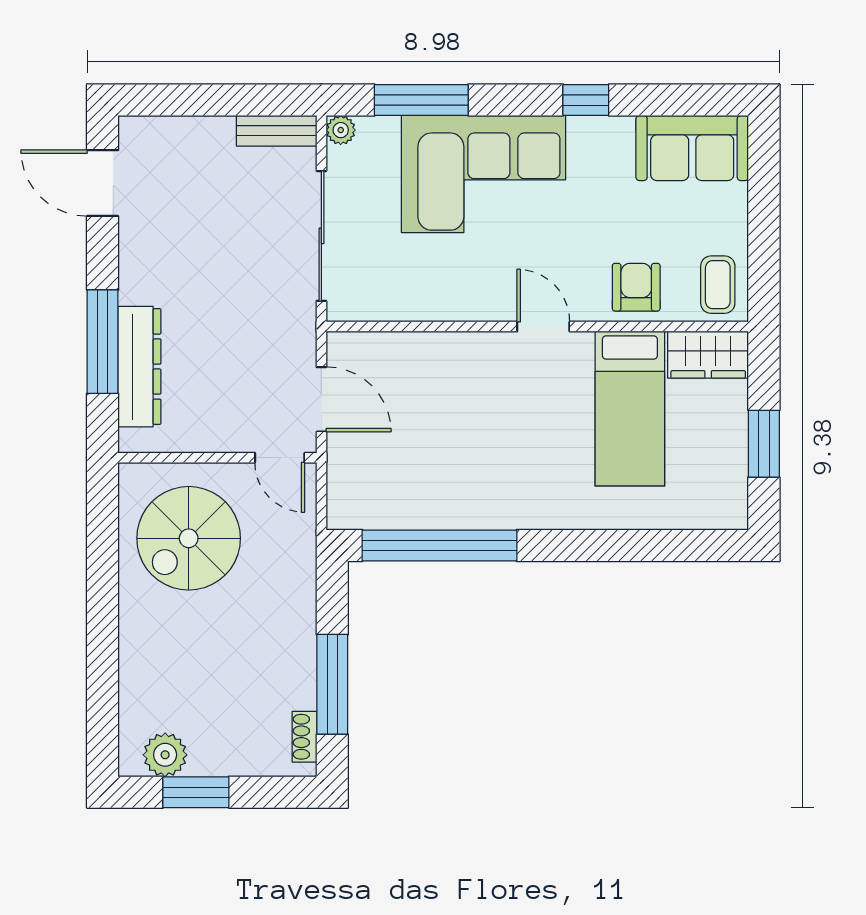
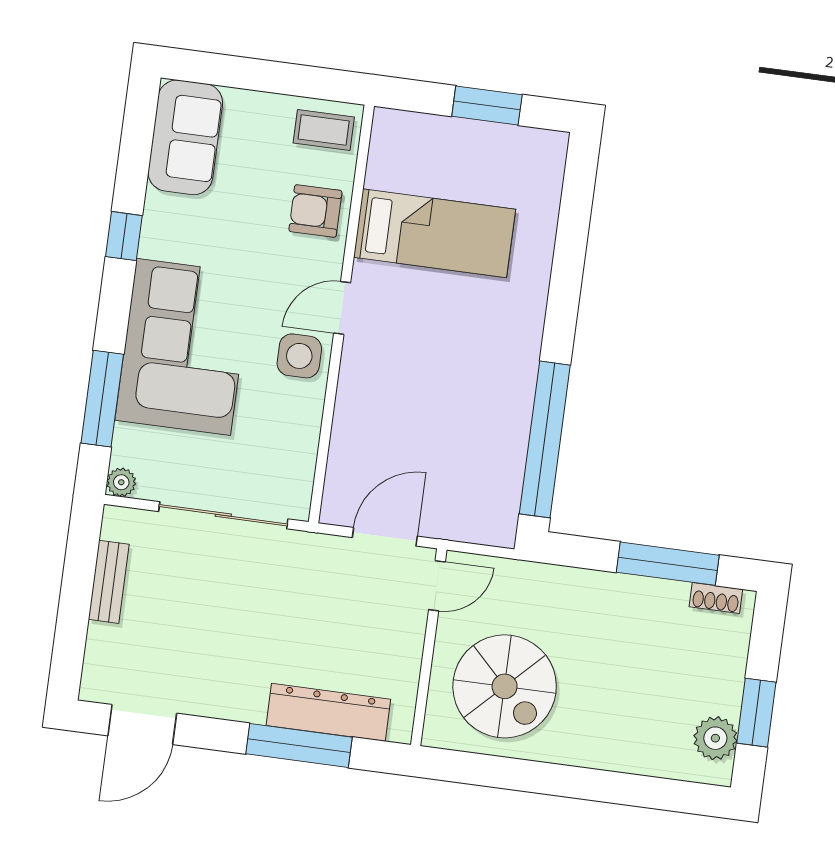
bench: (277, 131) -> (109, 582), moved
side table: (490, 290) -> (299, 356), added
wardrobe: (708, 355) -> (392, 149), removed

